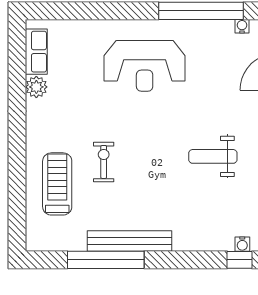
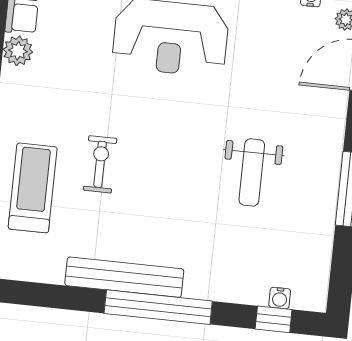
weight bench: (213, 156) -> (252, 172), turned -90
window: (106, 260) -> (158, 307), moved

